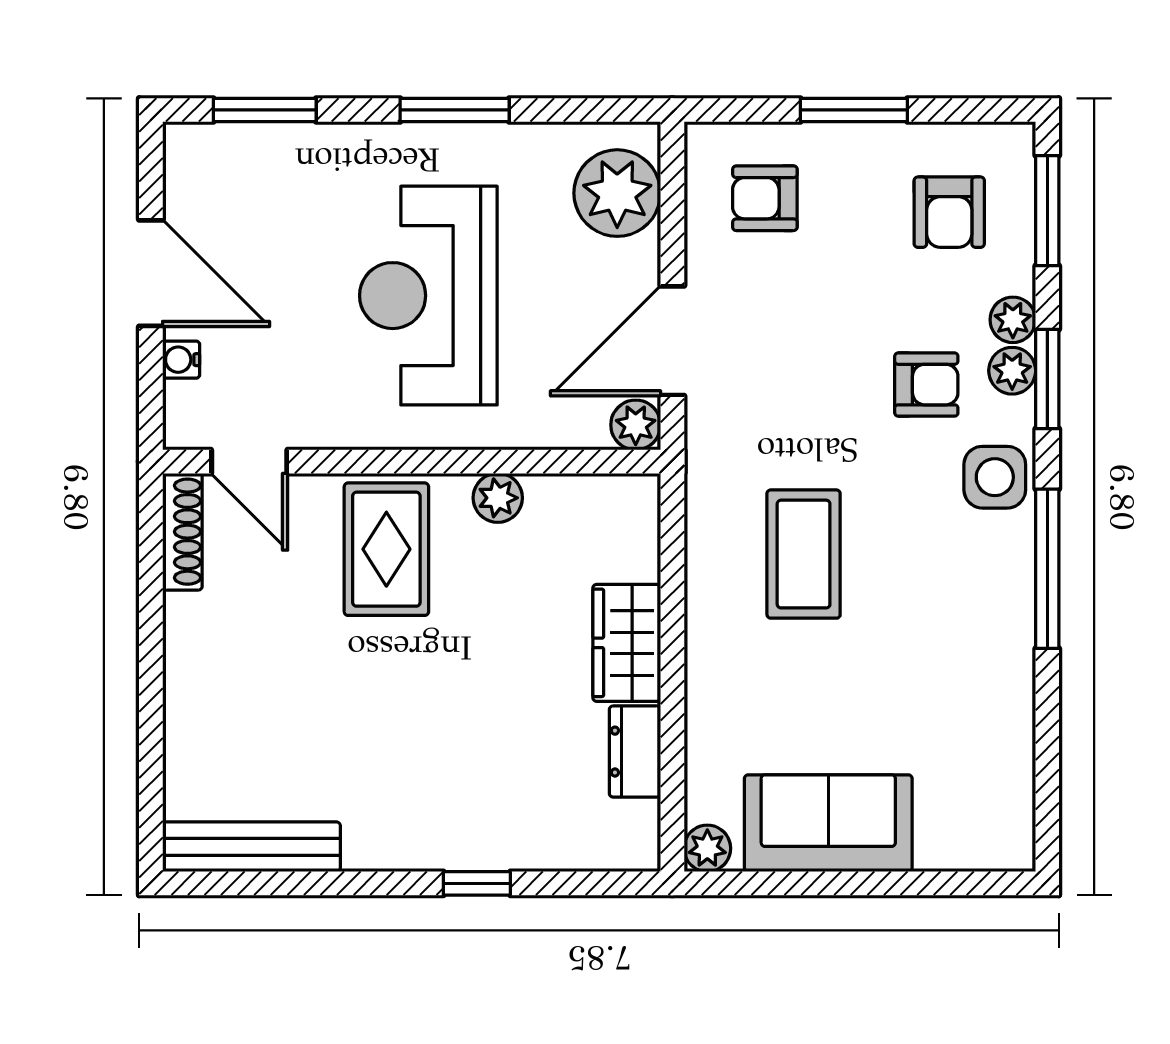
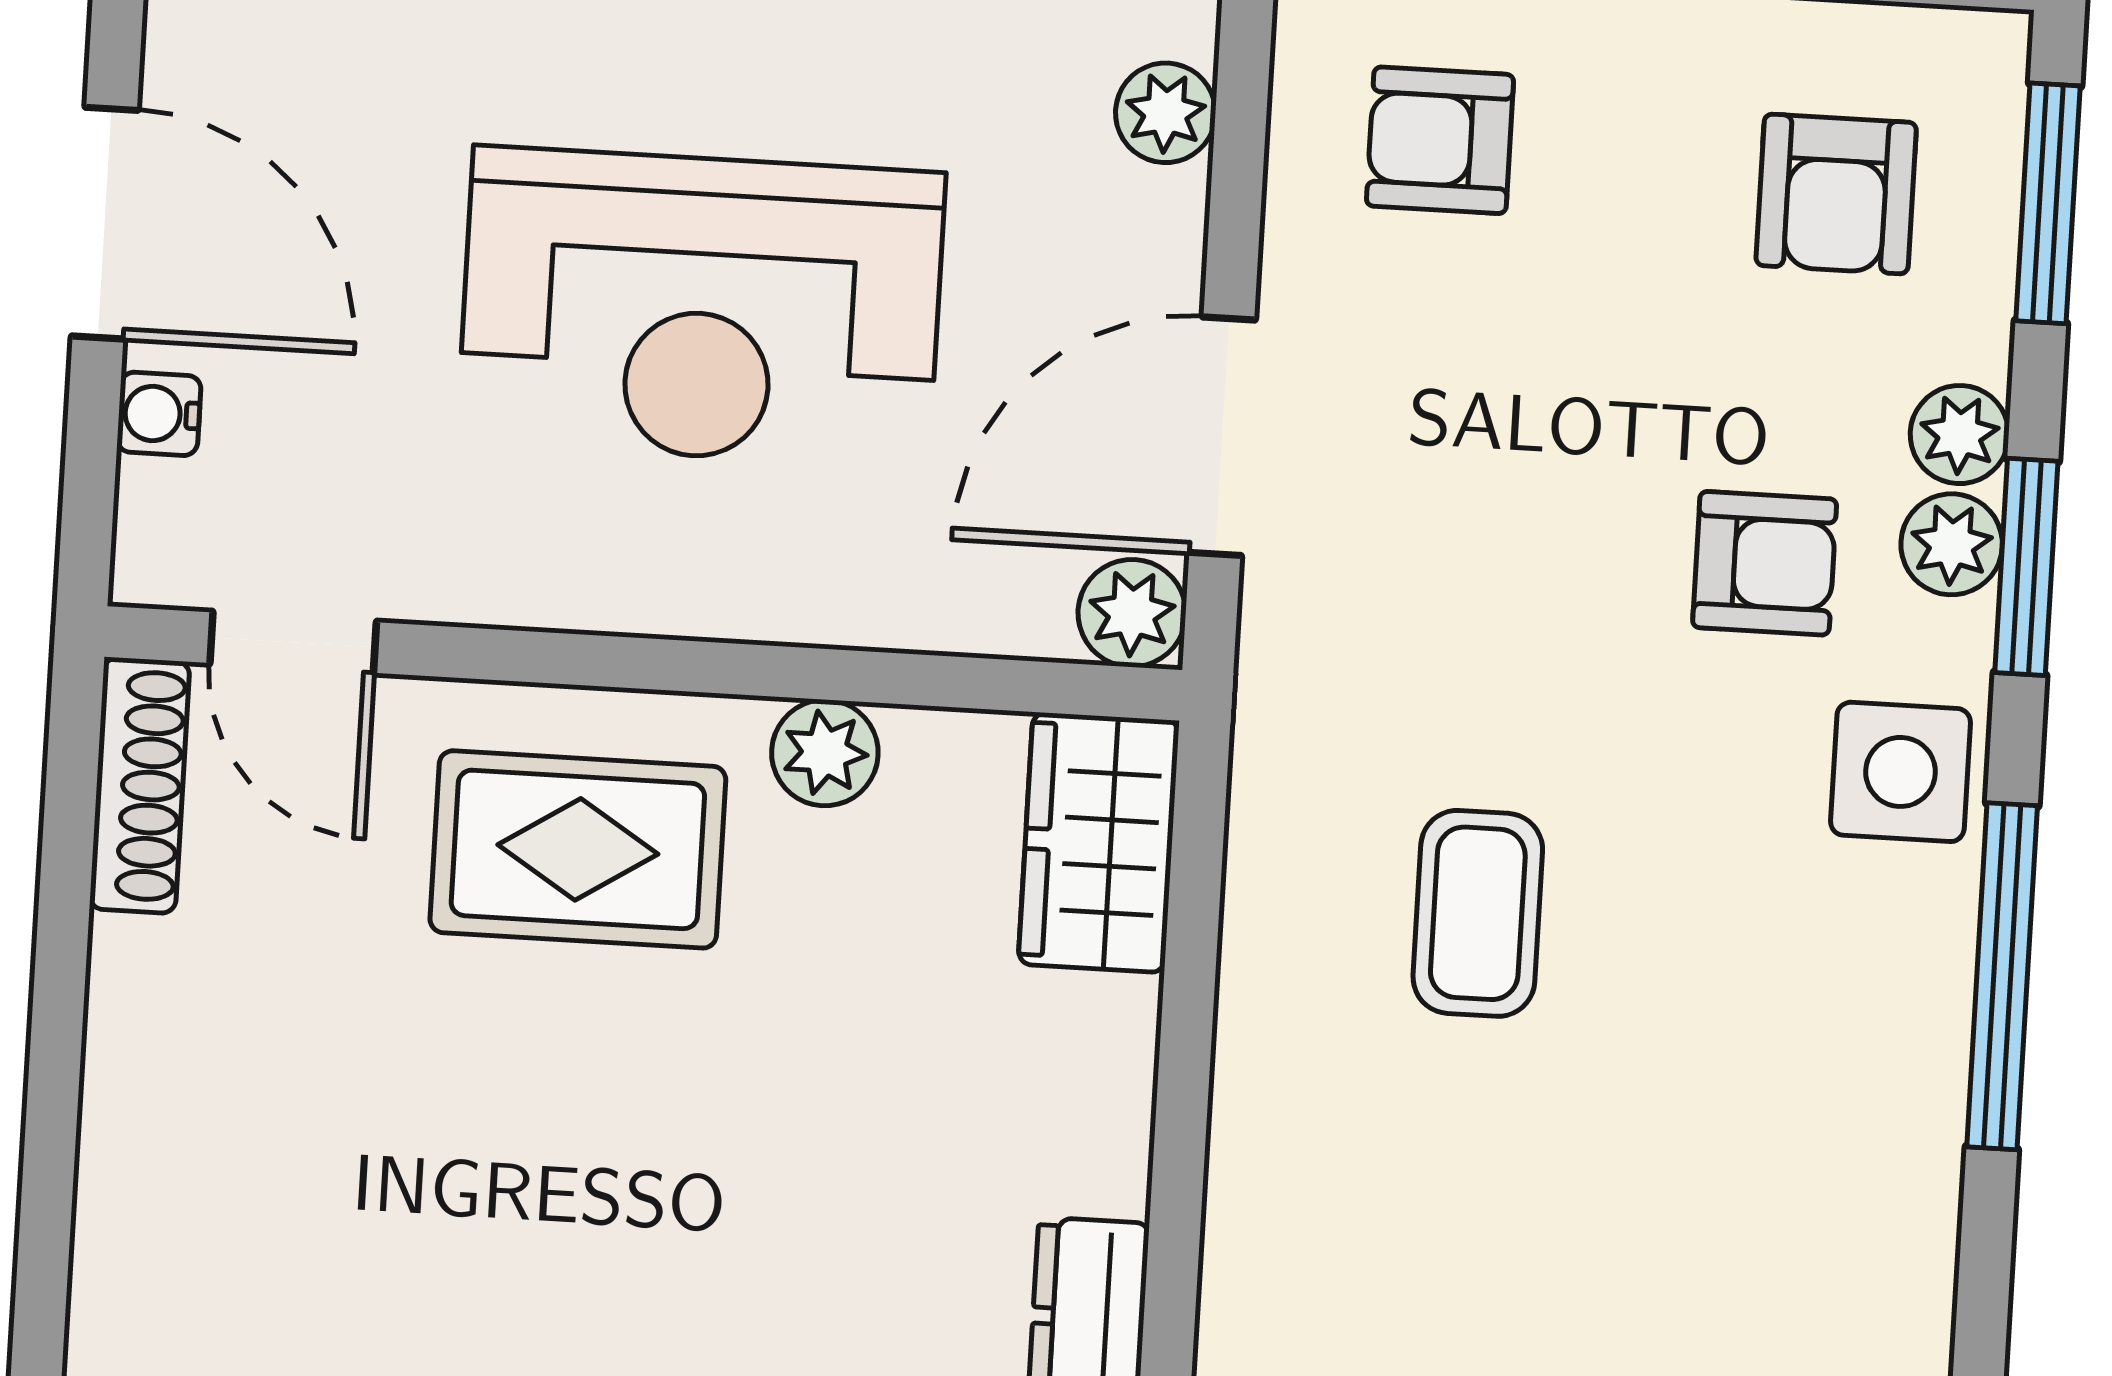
plant: (617, 193) -> (1166, 113), width x0.53, depth x0.53
reception desk: (428, 296) -> (701, 307), turned -90
rug: (386, 549) -> (578, 849), turned 90
coffee table: (804, 554) -> (1478, 913), width x0.73, depth x0.77
wardrobe: (627, 643) -> (1099, 842), moved

